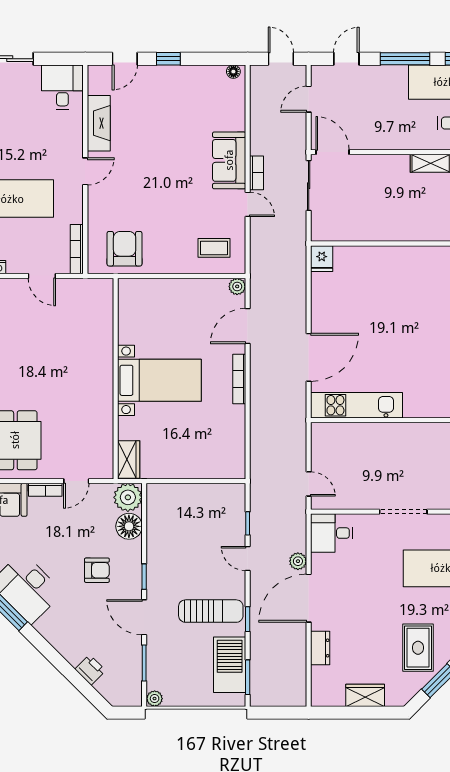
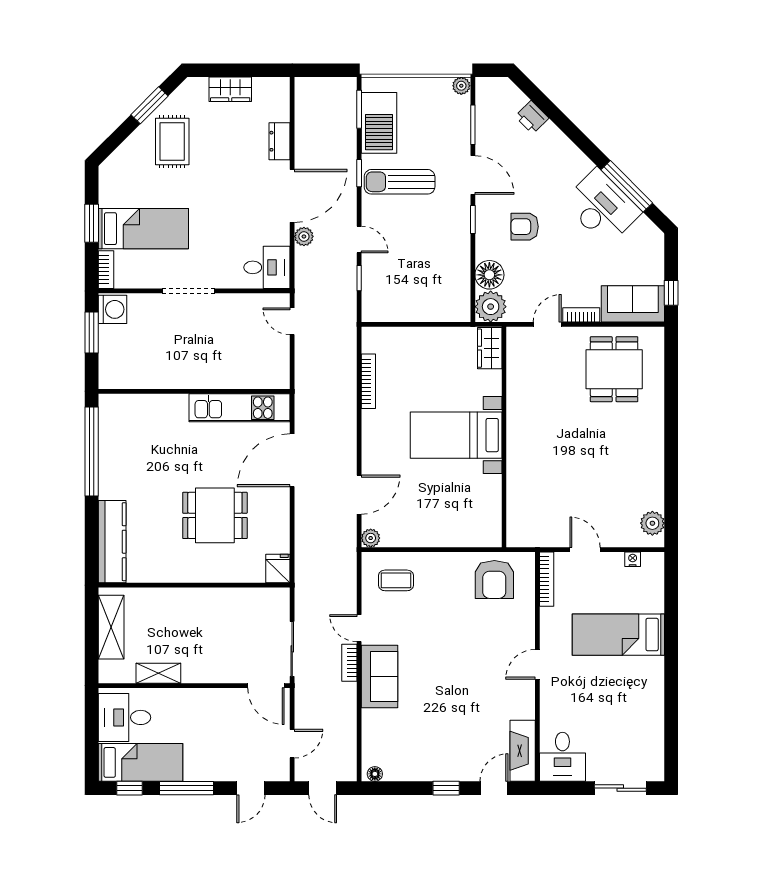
fireplace: (99, 123) -> (523, 751), moved
dining table: (379, 307) -> (215, 515), added
bookcase: (239, 379) -> (368, 381), moved

